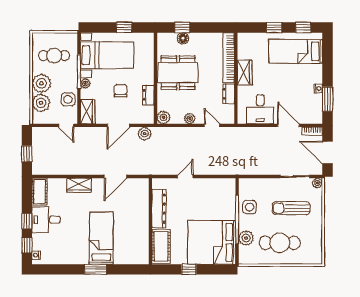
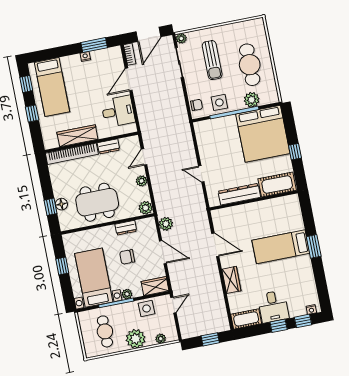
dining table: (178, 73) -> (97, 202), turned 90
wardrobe: (245, 73) -> (77, 136), width x1.50
plant: (41, 103) -> (161, 339), width x0.53, depth x0.53
chair: (251, 185) -> (197, 105), added

